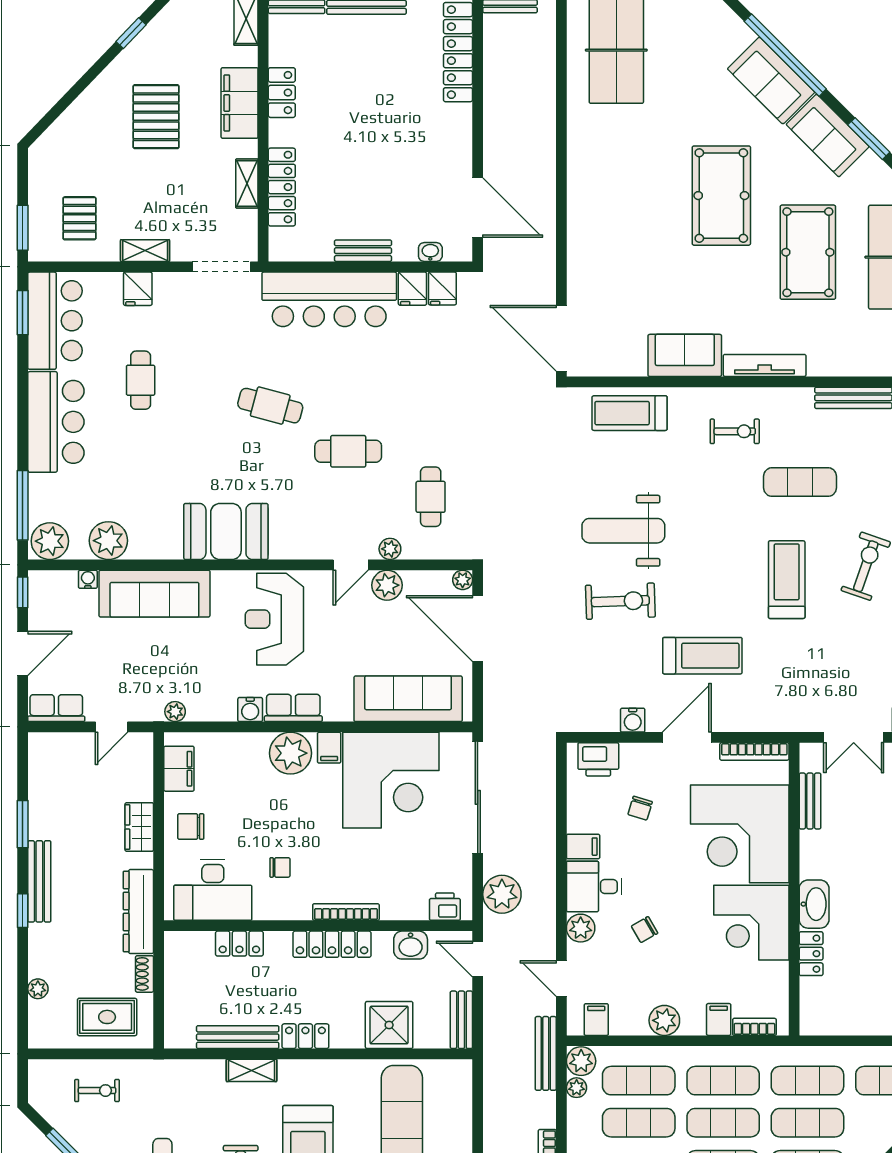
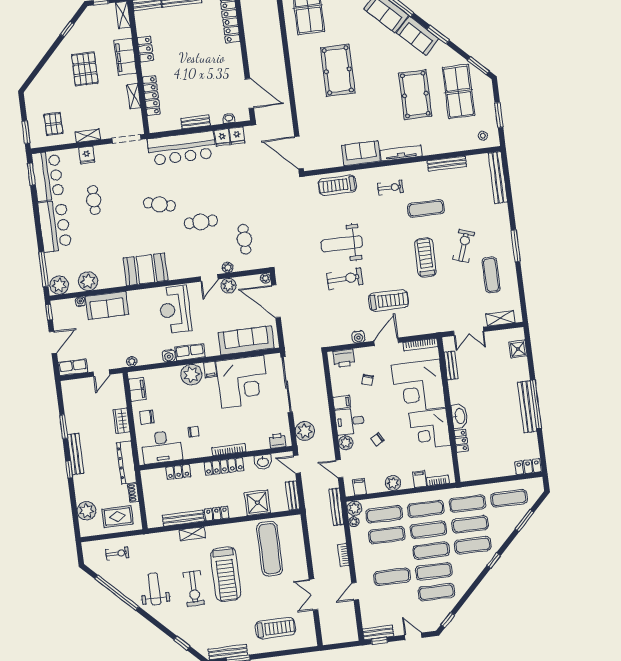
pool table: (721, 196) -> (338, 70), moved
sofa: (154, 594) -> (107, 305), width x0.73
plant: (38, 989) -> (86, 511), width x1.88, depth x1.88

